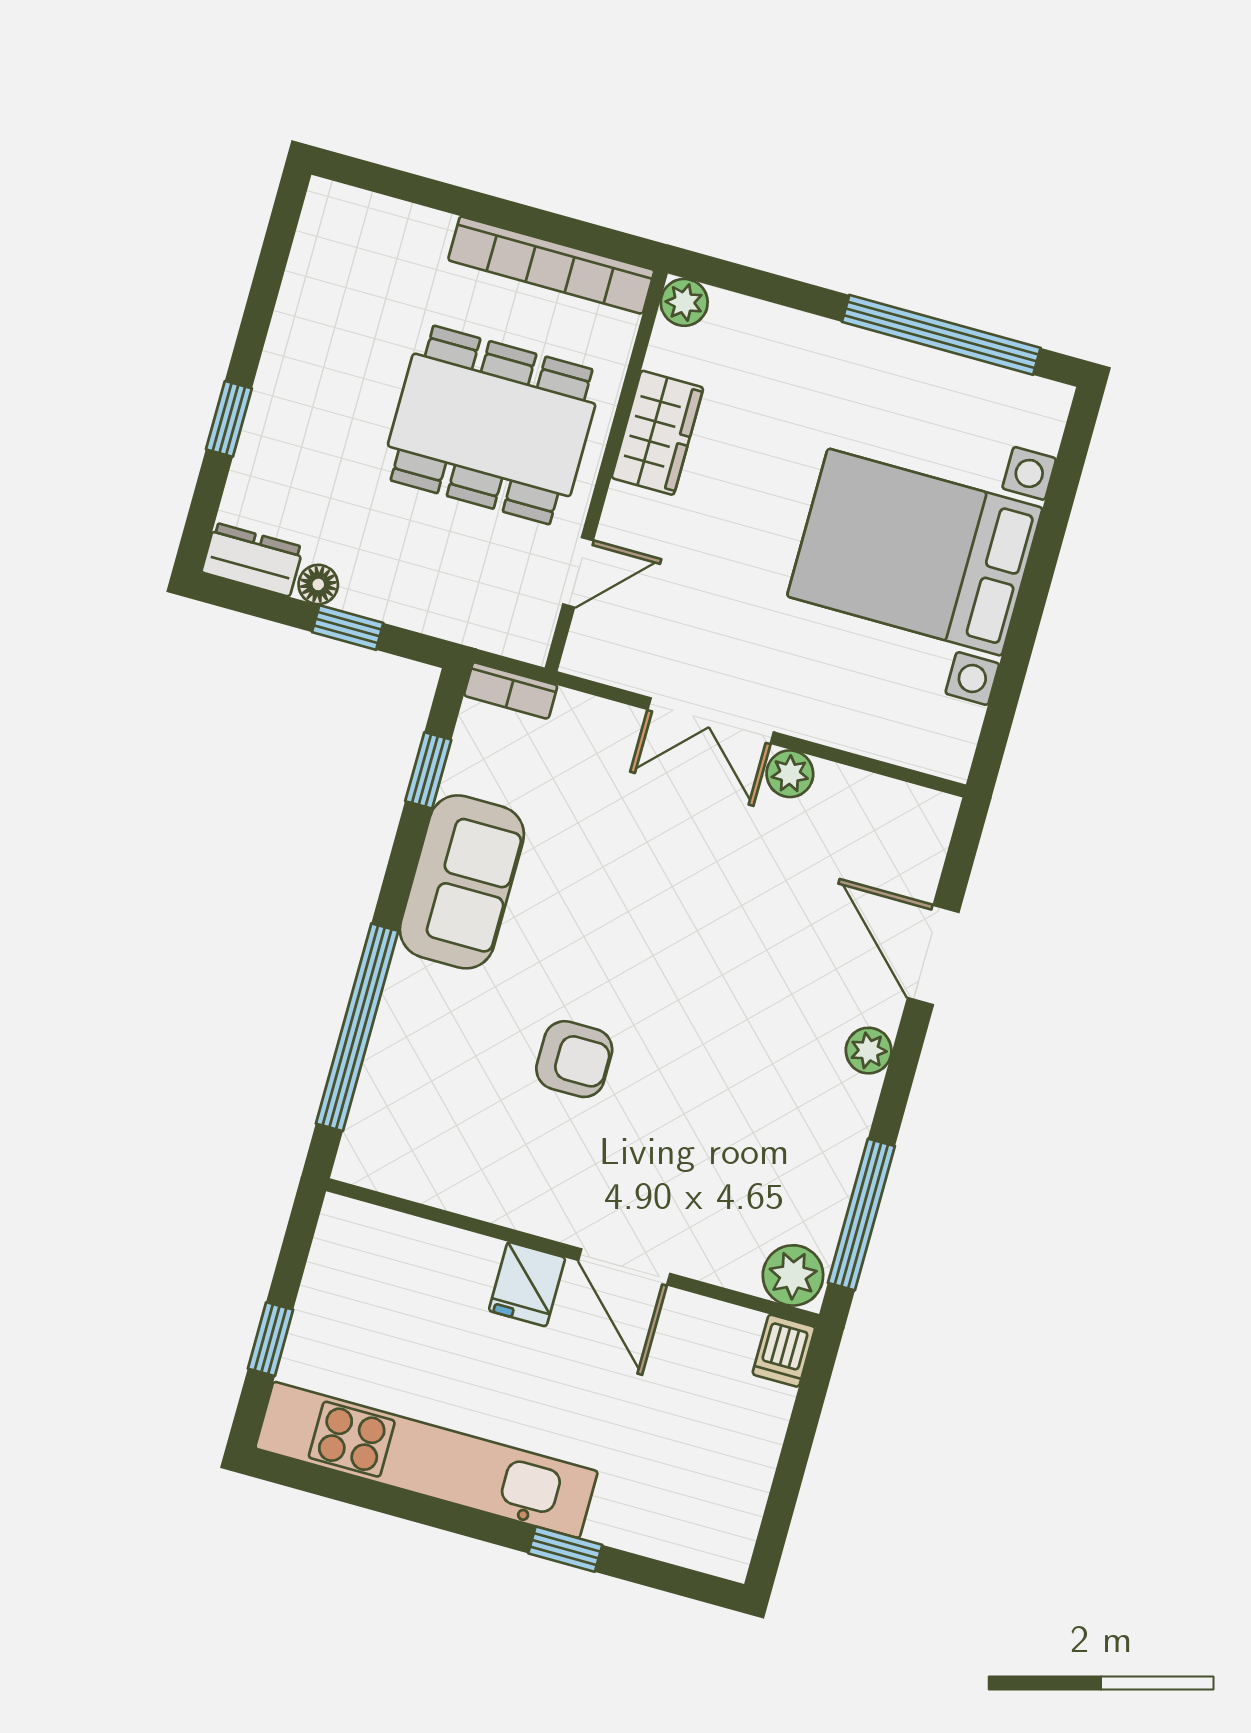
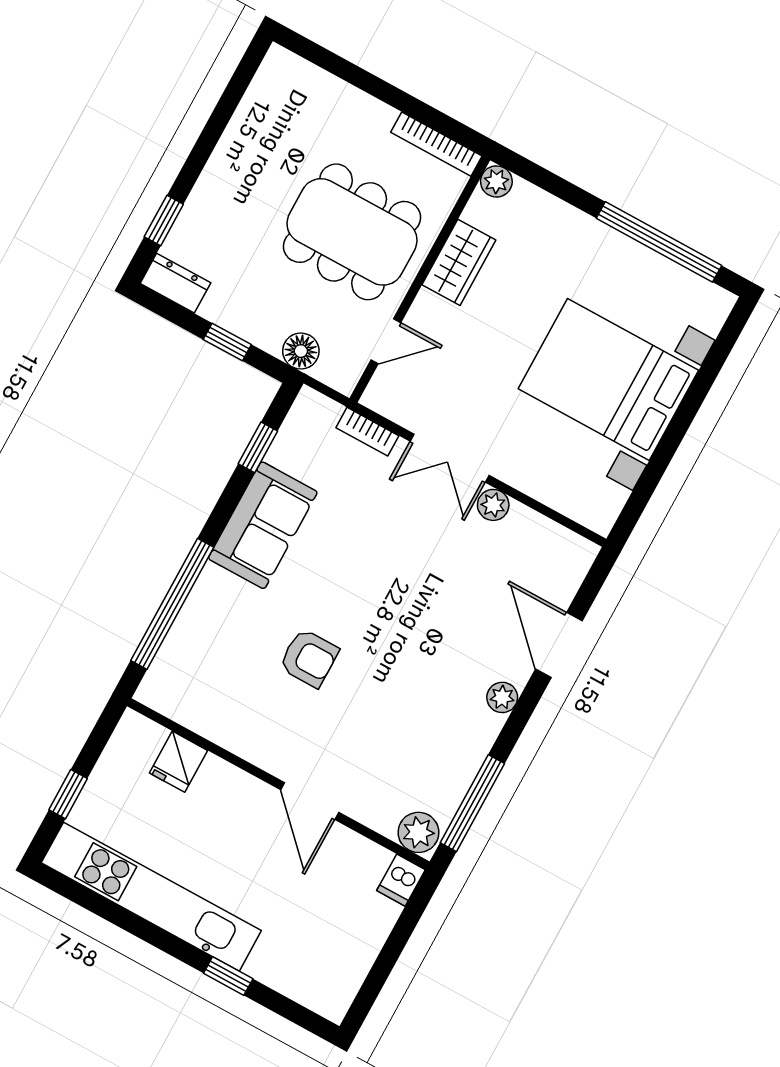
bookcase: (551, 265) -> (436, 144), width x0.68, depth x0.76
window: (229, 419) -> (164, 220), moved
floor lamp: (318, 584) -> (301, 351), moved, width x1.37, depth x1.37
bookcase: (511, 690) -> (367, 432), moved
fridge: (527, 1284) -> (178, 762), moved

